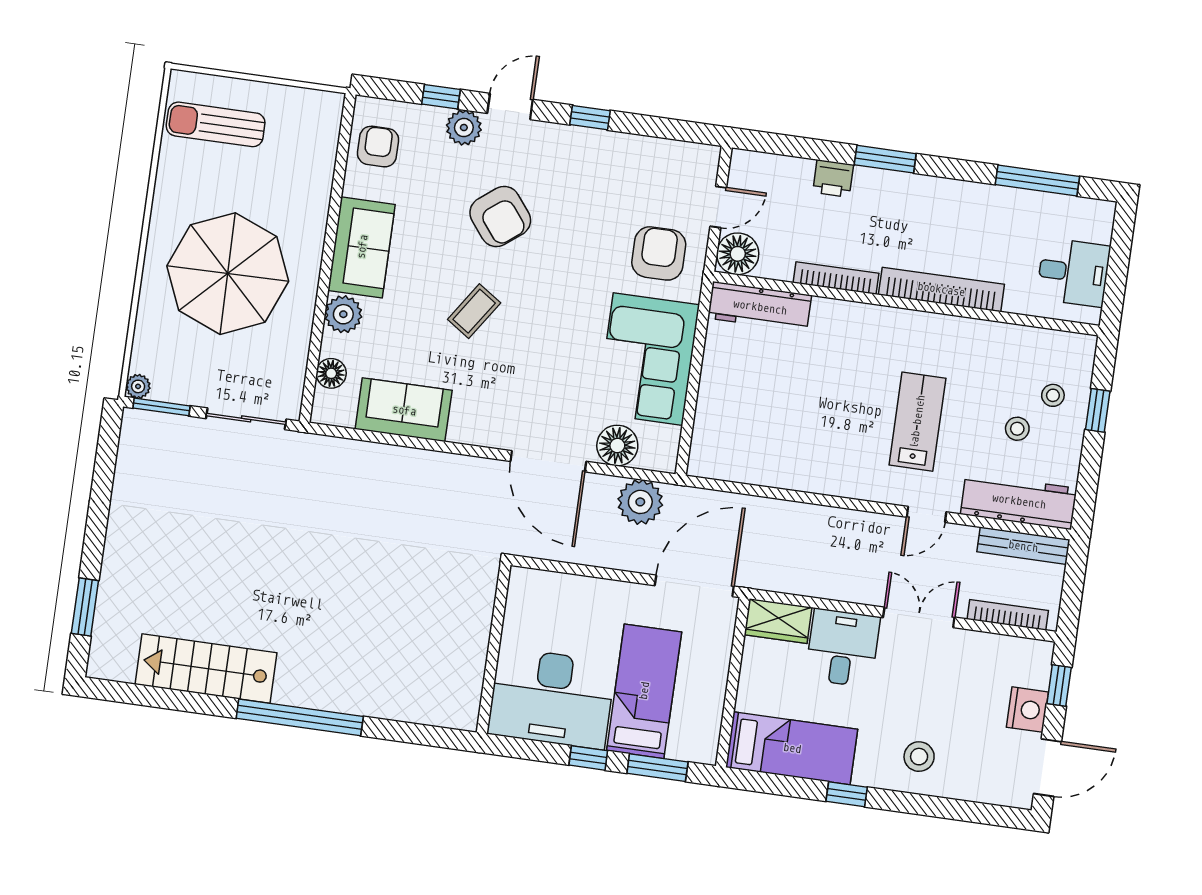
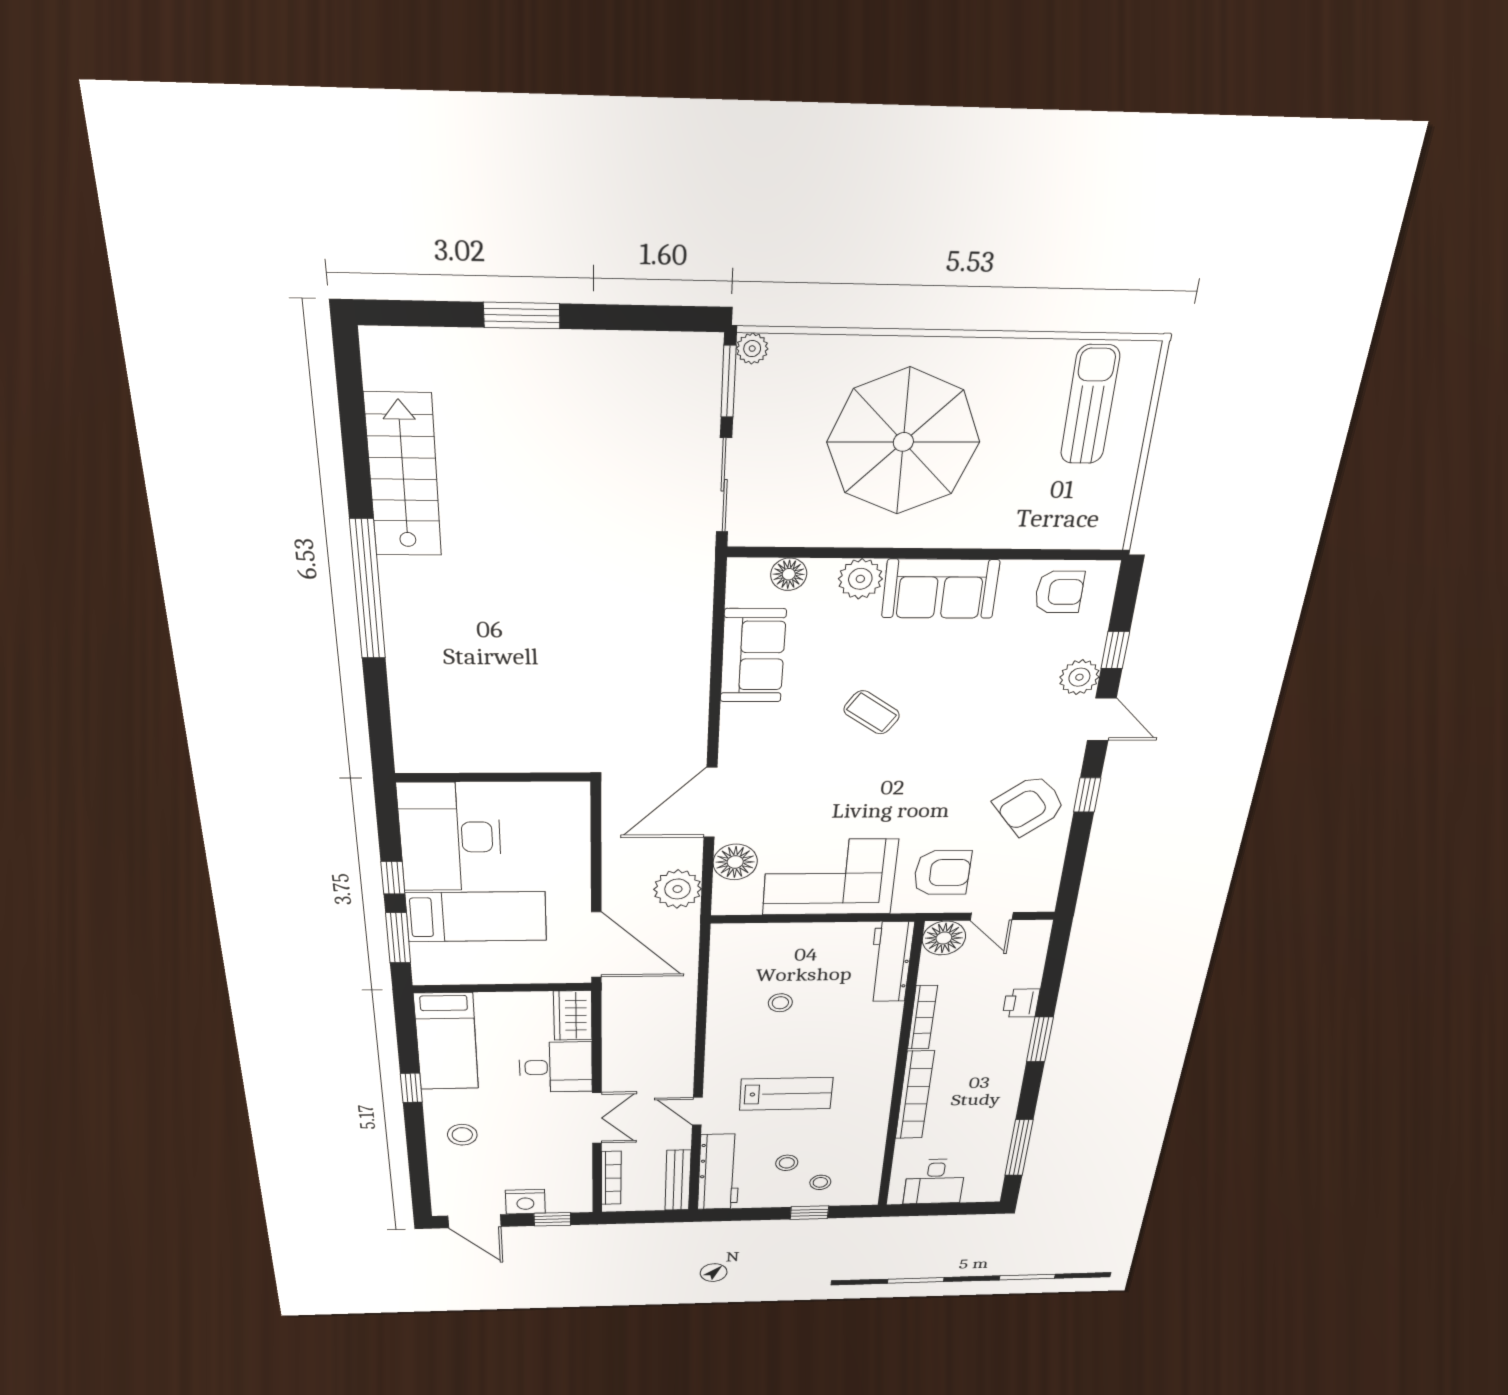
armchair: (500, 217) -> (1030, 805), moved
stool: (794, 418) -> (780, 1003), added
window: (85, 607) -> (522, 315), moved

